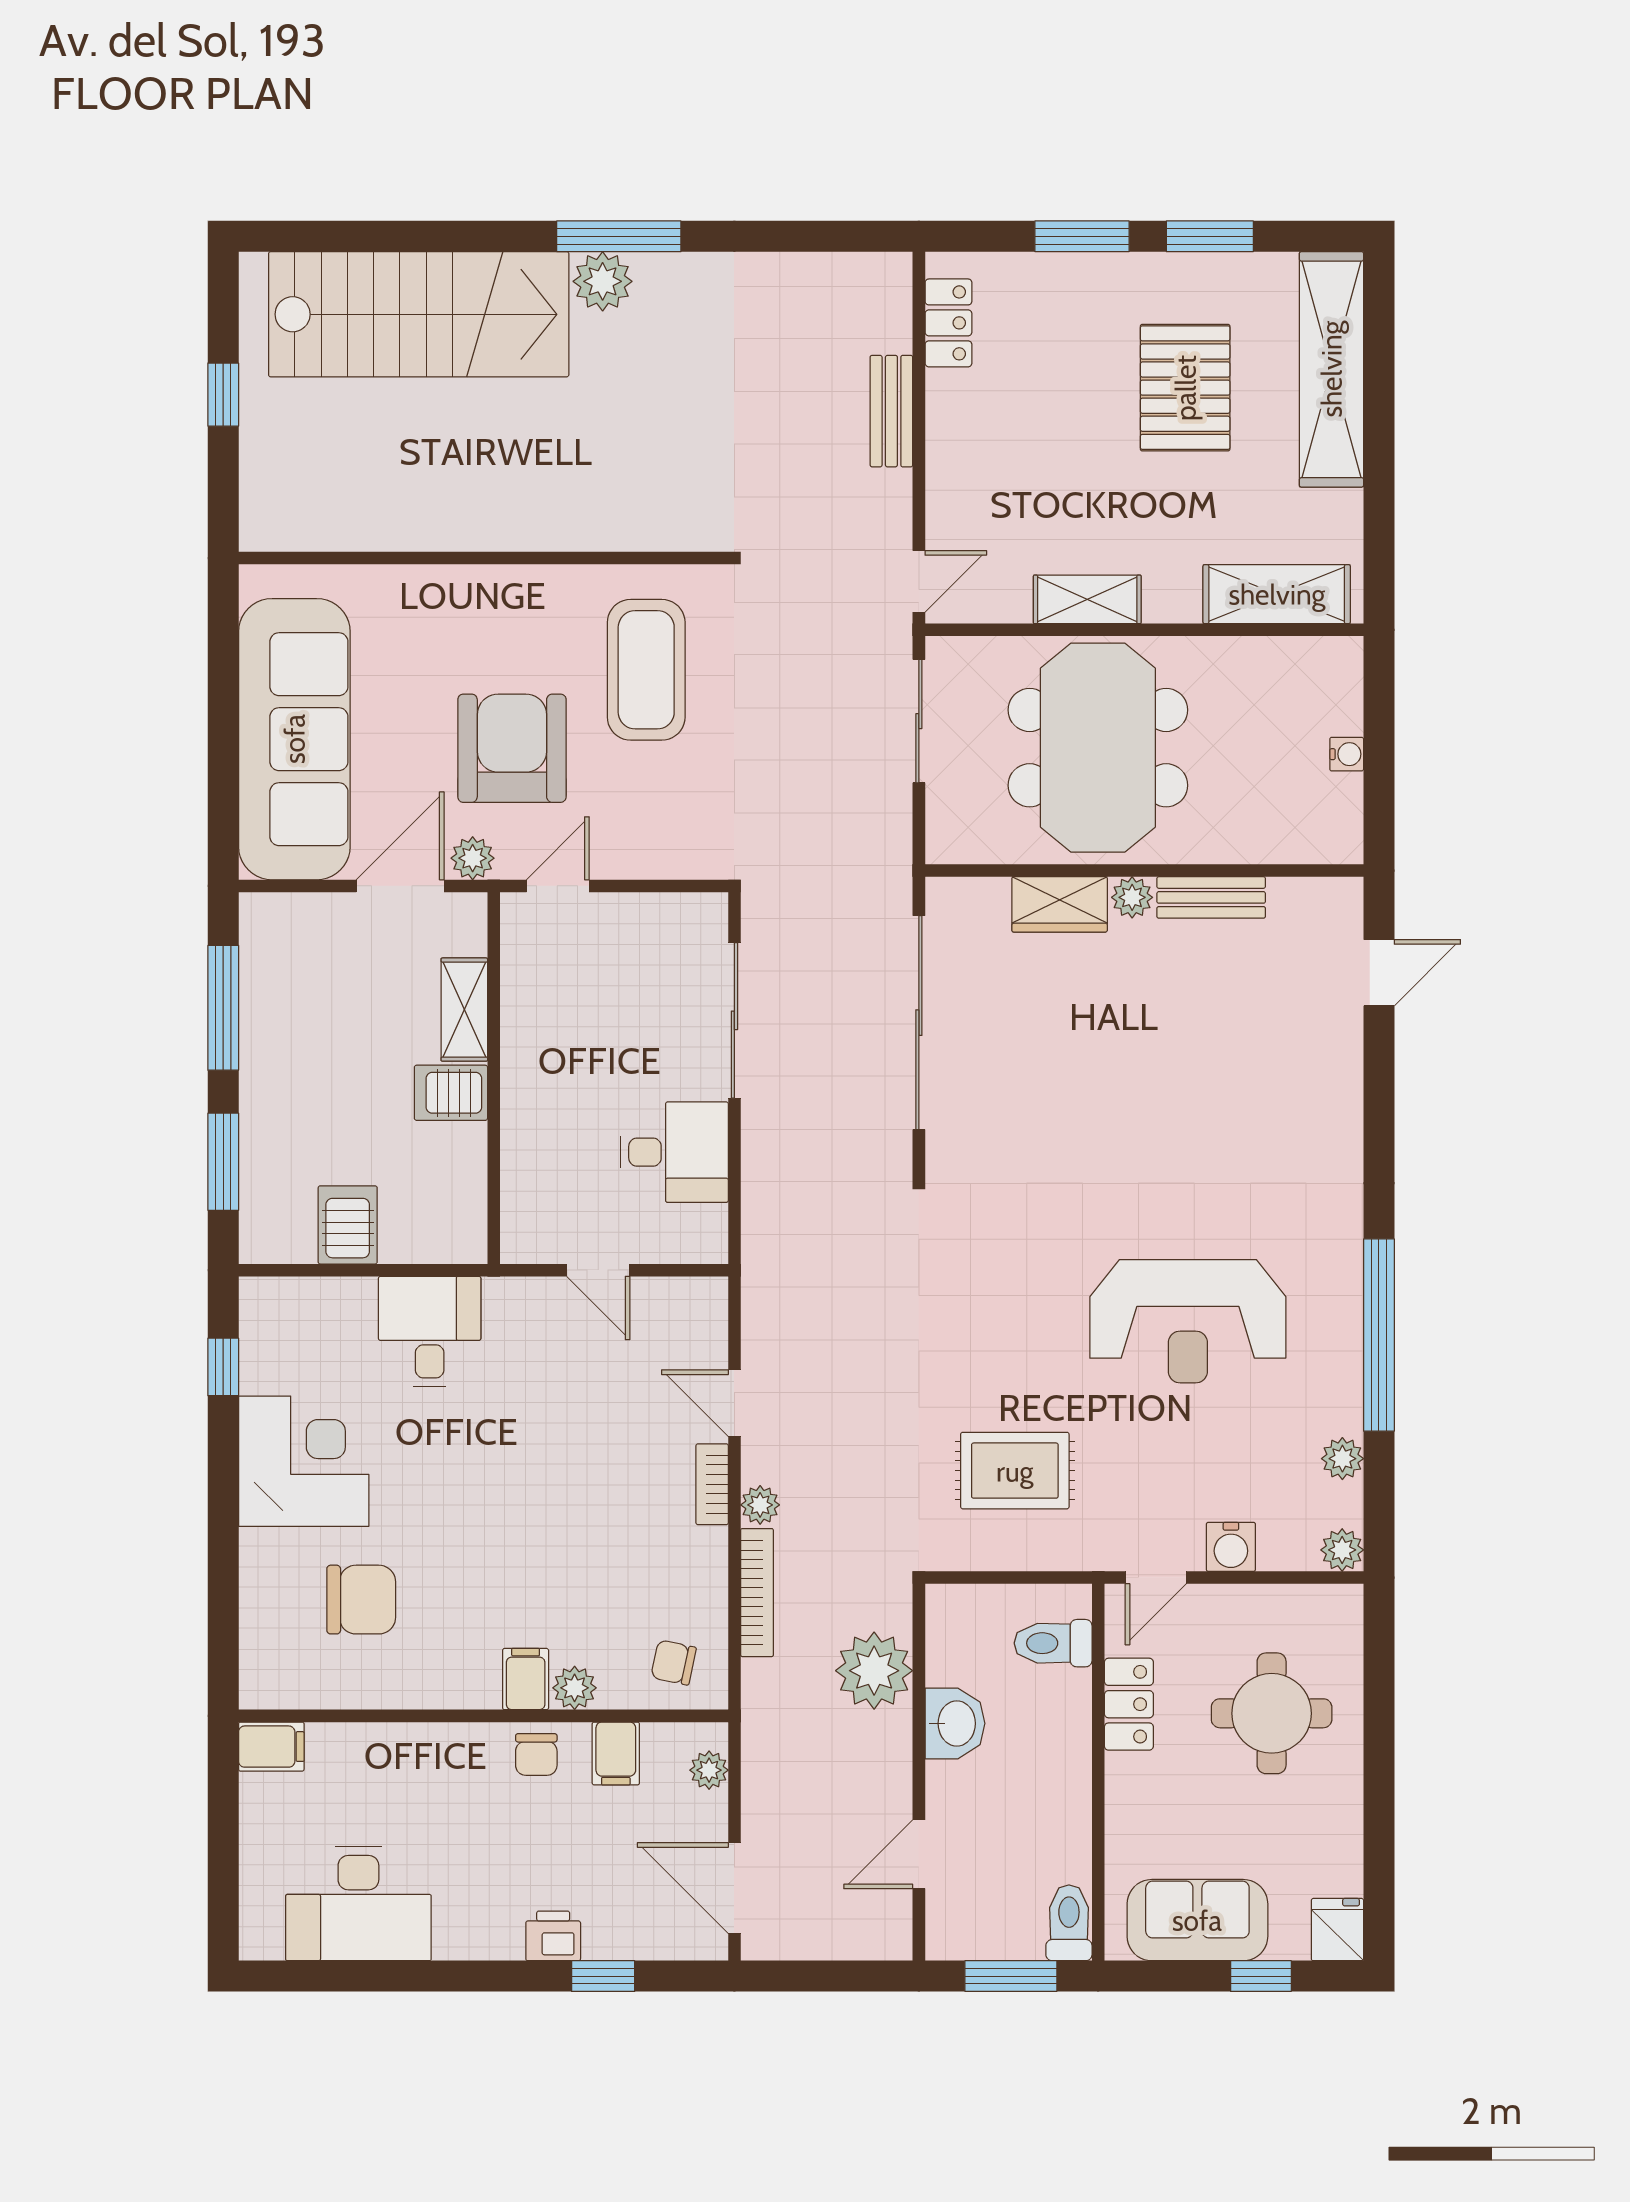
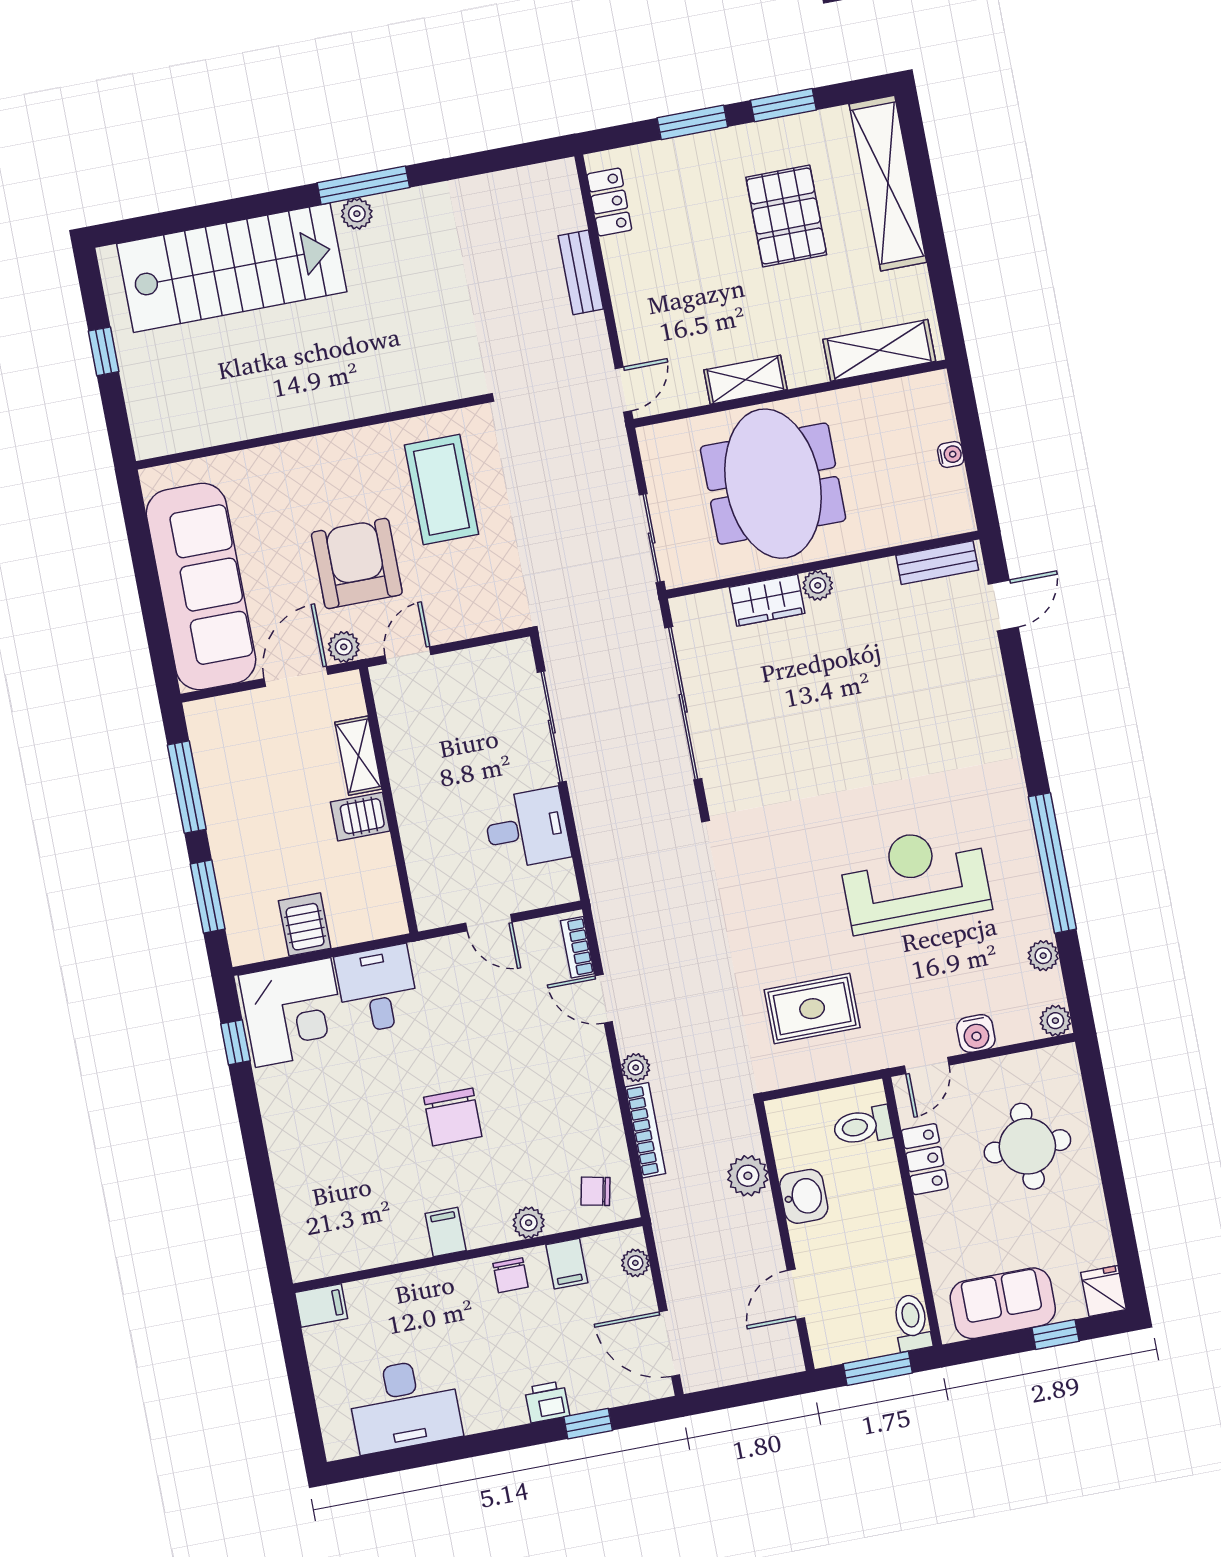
plant: (603, 281) -> (357, 214), width x0.73, depth x0.73
sliding door: (919, 721) -> (652, 538), moved
bench: (1211, 897) -> (937, 563), moved
reception desk: (1188, 1321) -> (915, 879), turned 180
corner desk: (304, 1461) -> (293, 1012), moved, turned 90
bookcase: (712, 1484) -> (577, 947), moved
chair: (361, 1600) -> (453, 1117), moved, turned 90
plant: (874, 1671) -> (748, 1176), width x0.73, depth x0.73
filing cabinet: (526, 1679) -> (446, 1232), moved

